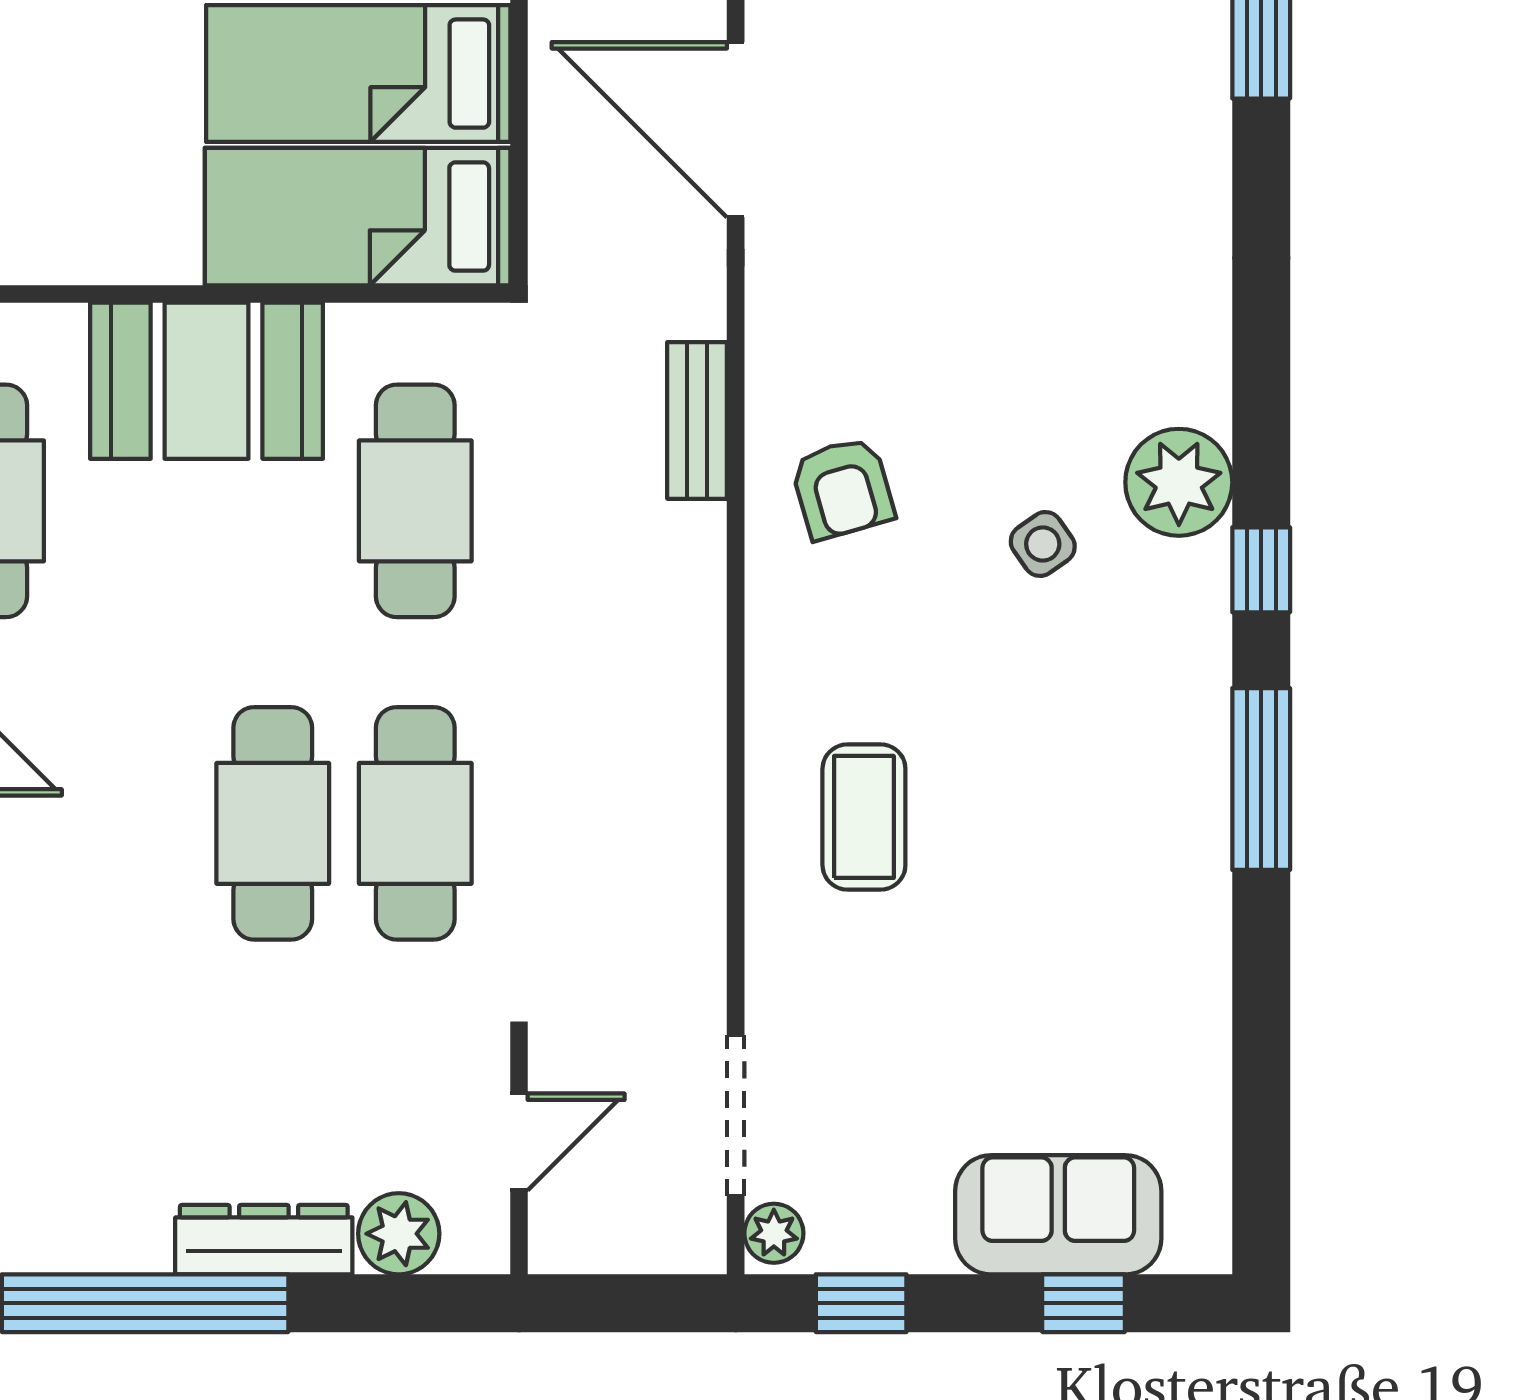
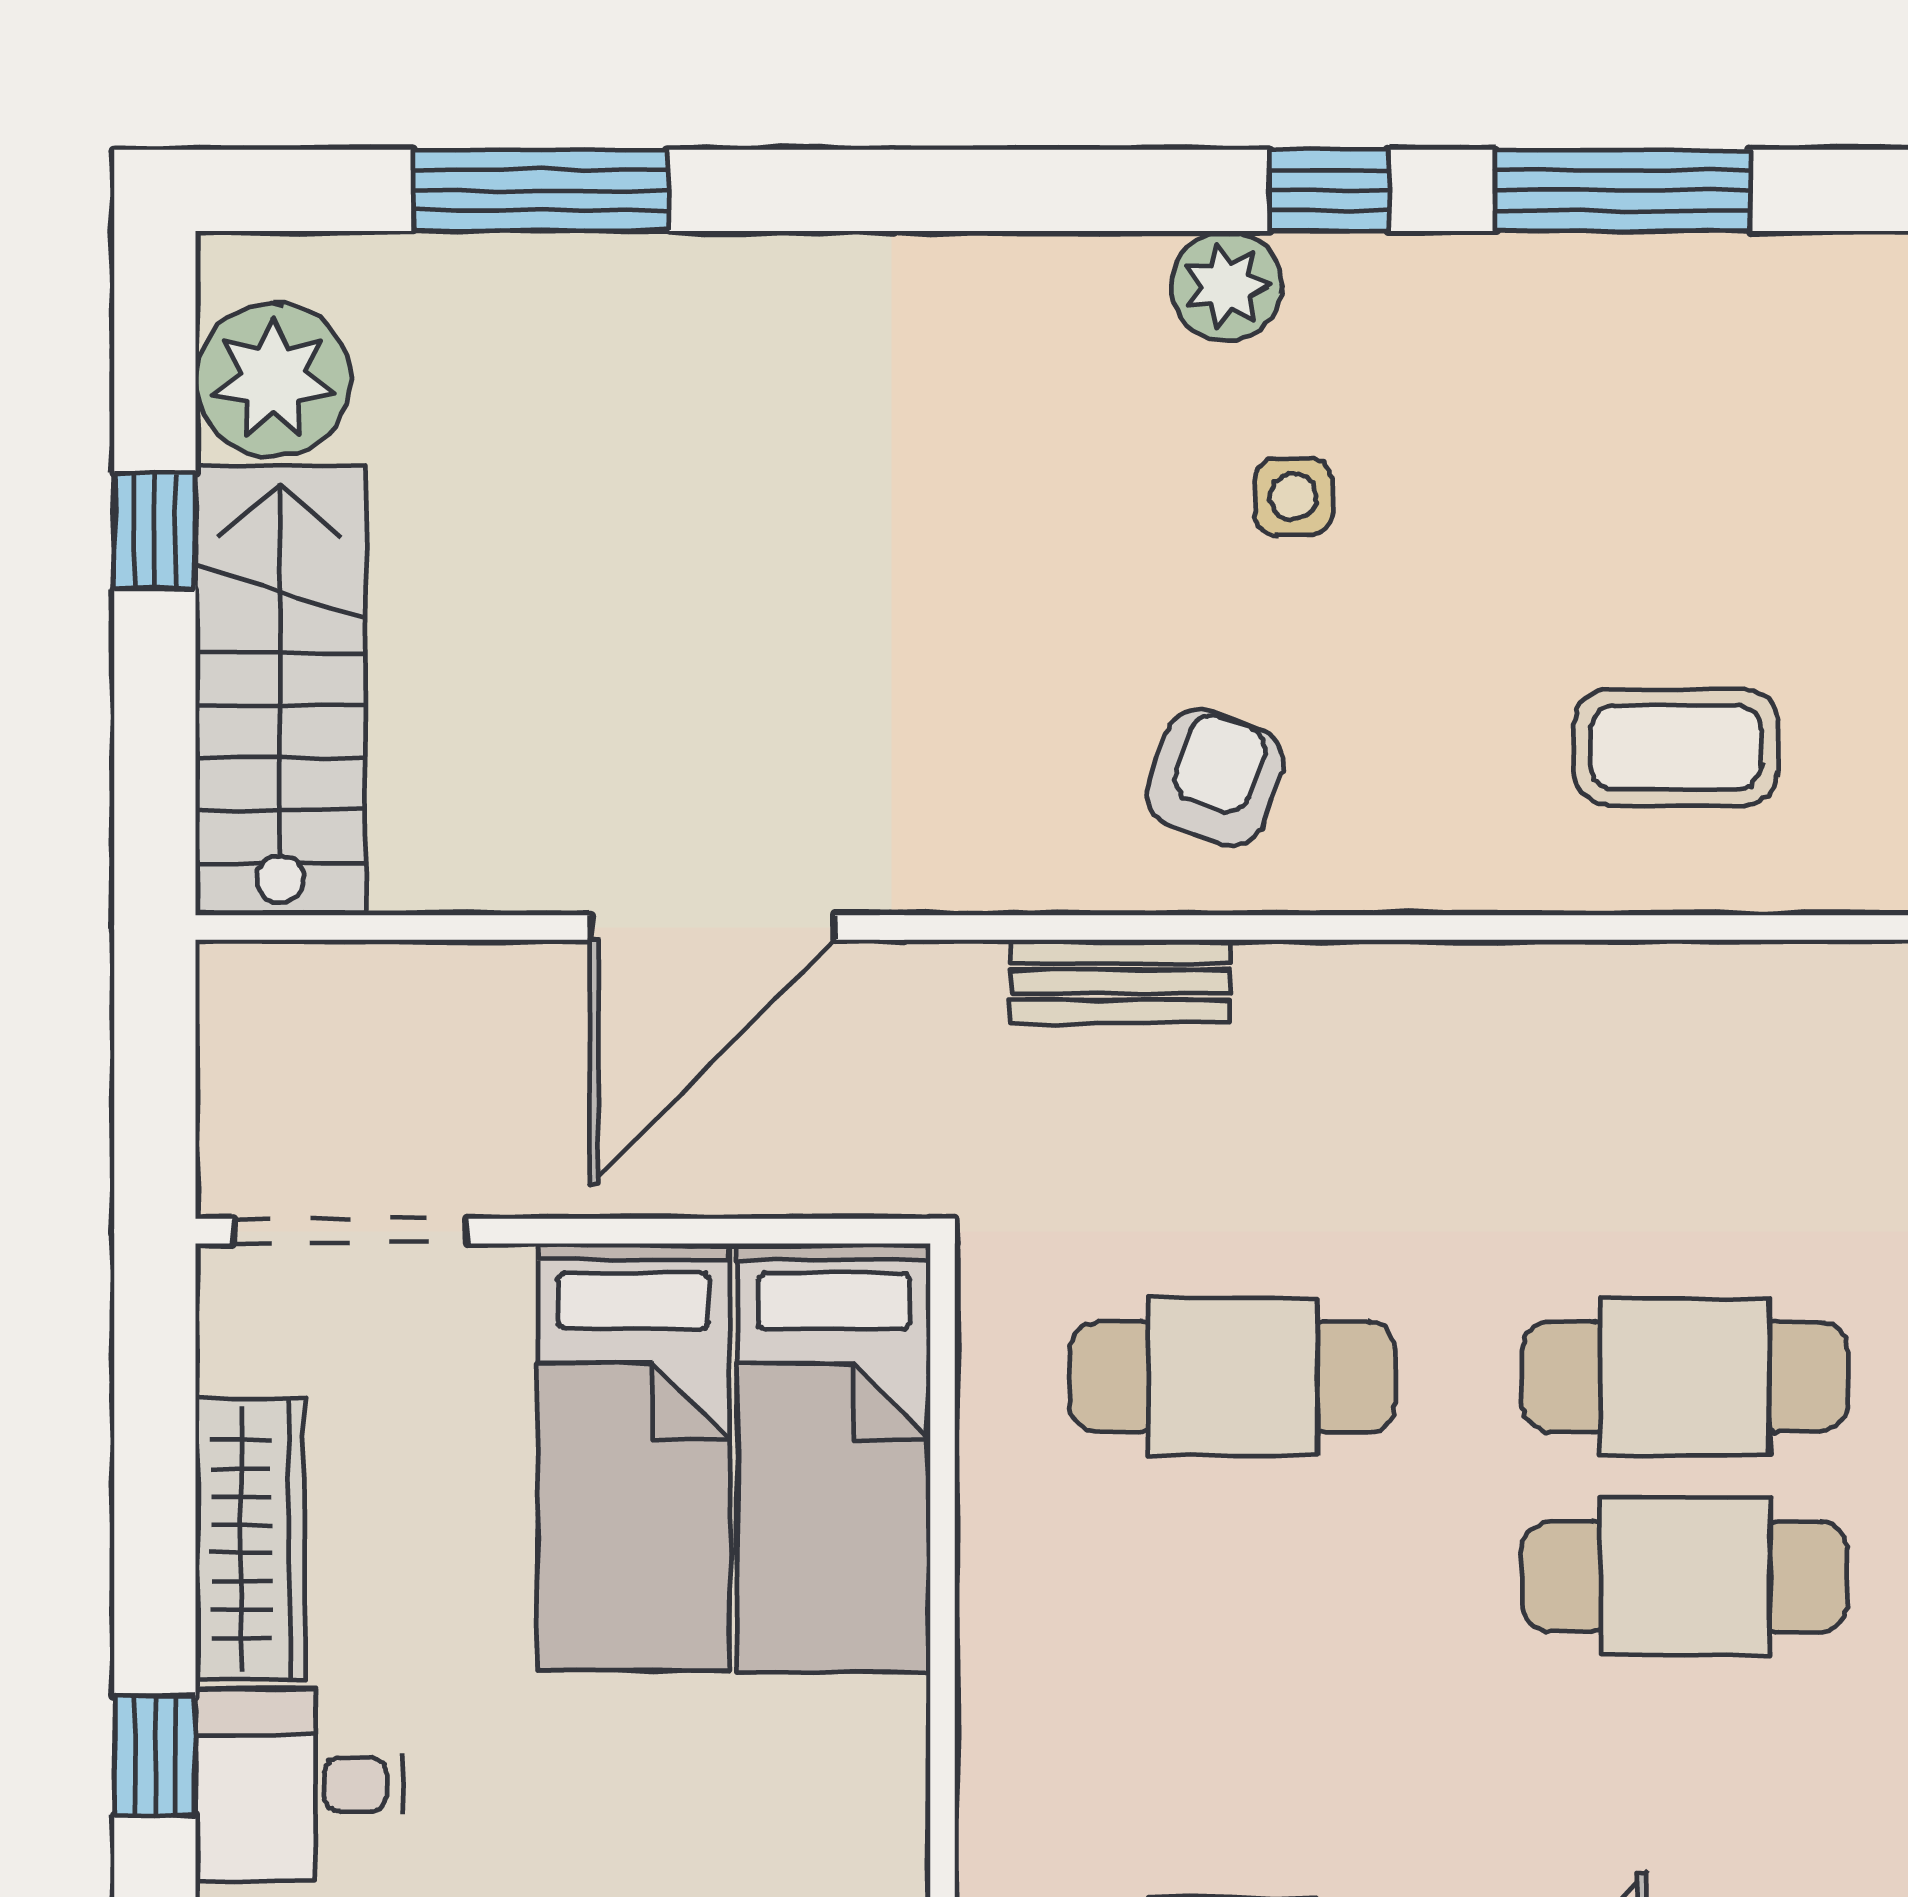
booth: (207, 381) -> (1064, 1669), removed
plant: (1179, 482) -> (1227, 286), width x0.73, depth x0.73
armchair: (842, 488) -> (1215, 778), turned -54
side table: (1043, 544) -> (1293, 497), turned 35

